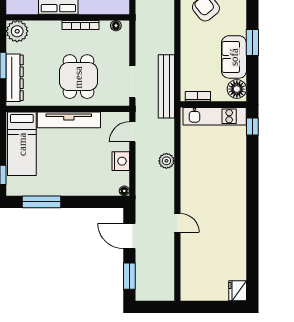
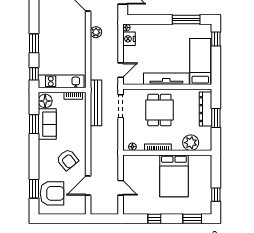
plant: (17, 31) -> (191, 143), moved
window: (252, 42) -> (34, 124), moved
nightstand: (121, 161) -> (129, 39), moved
plant: (166, 161) -> (96, 32), moved
window: (252, 169) -> (34, 43), added

